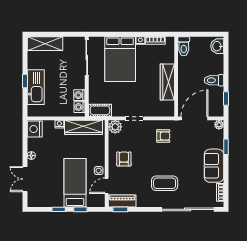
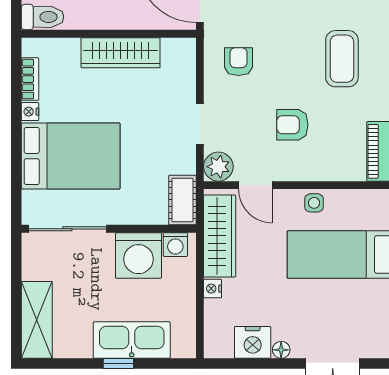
washing machine: (79, 95) -> (138, 255), width x1.89, depth x1.89
nightstand: (35, 129) -> (253, 342), moved
armchair: (124, 159) -> (292, 125), moved
door: (107, 186) -> (255, 185), moved

